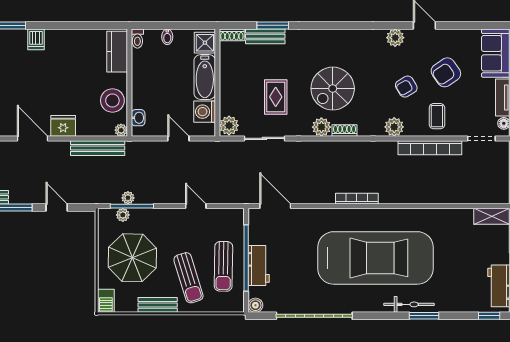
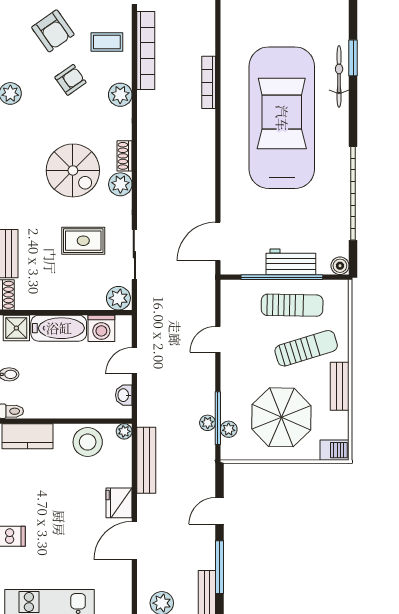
armchair: (406, 87) -> (70, 80), turned -94
washbasin: (138, 118) -> (124, 395), moved, turned -90
bookcase: (357, 199) -> (209, 82), moved

